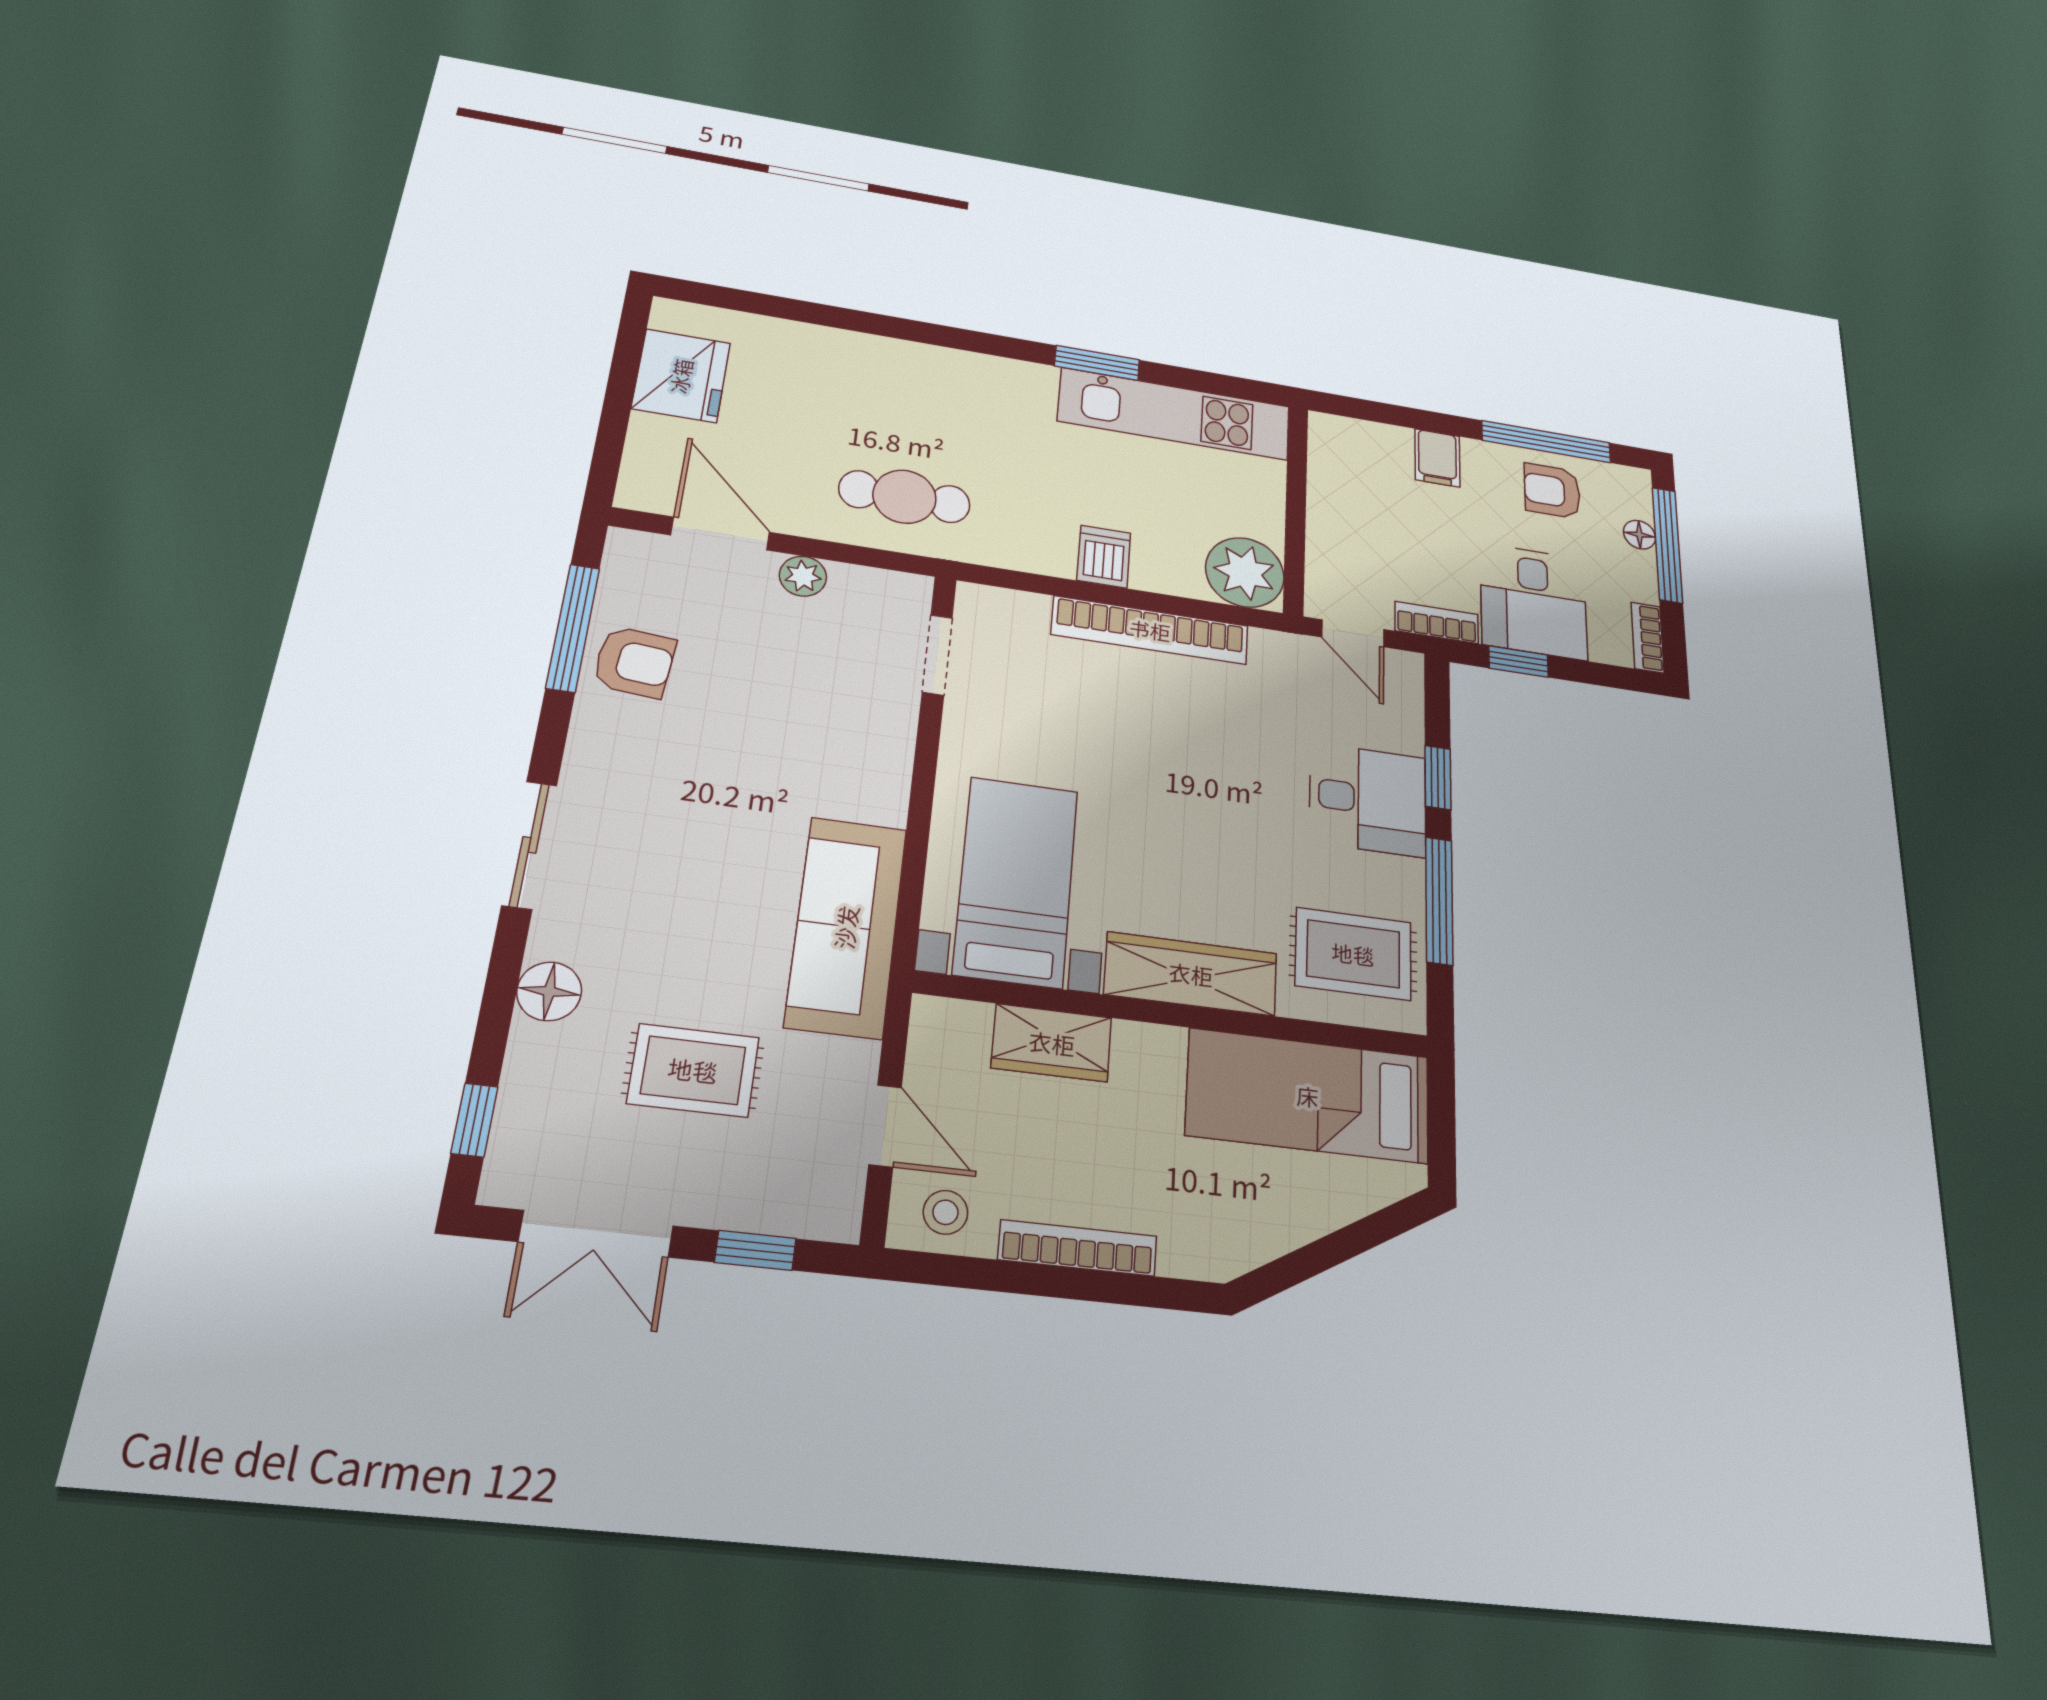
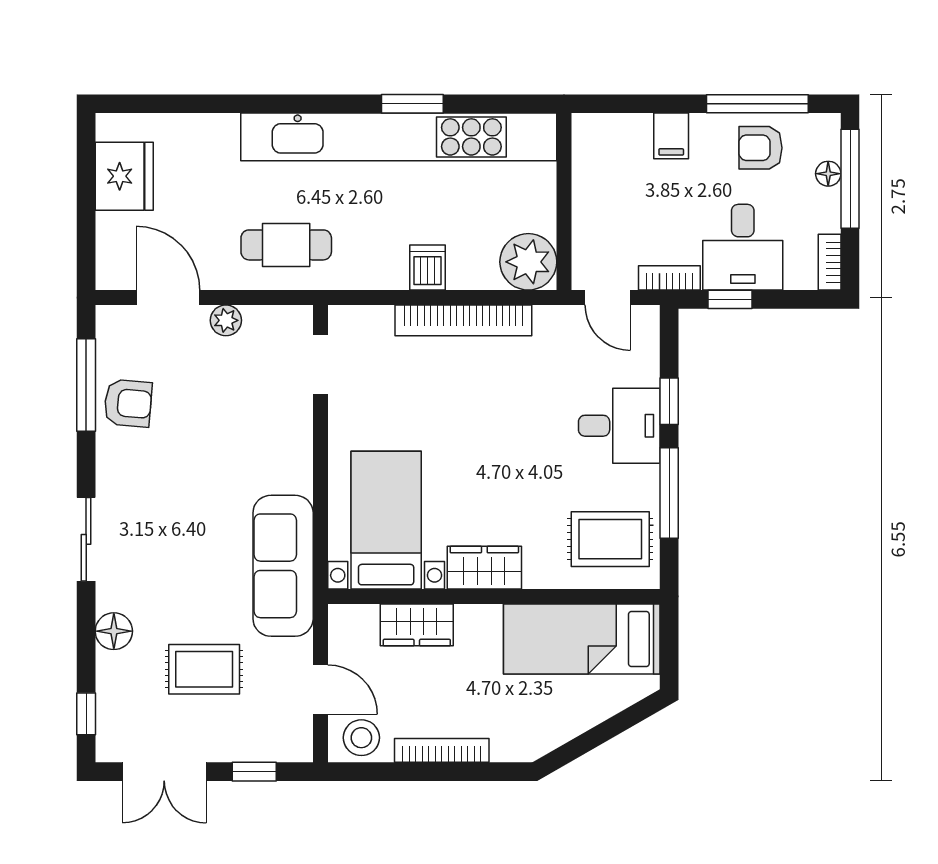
kitchen unit: (1175, 414) -> (399, 137), width x1.86
wardrobe: (1191, 974) -> (484, 568), width x0.67
stool: (945, 1212) -> (361, 738), width x1.37, depth x1.37

